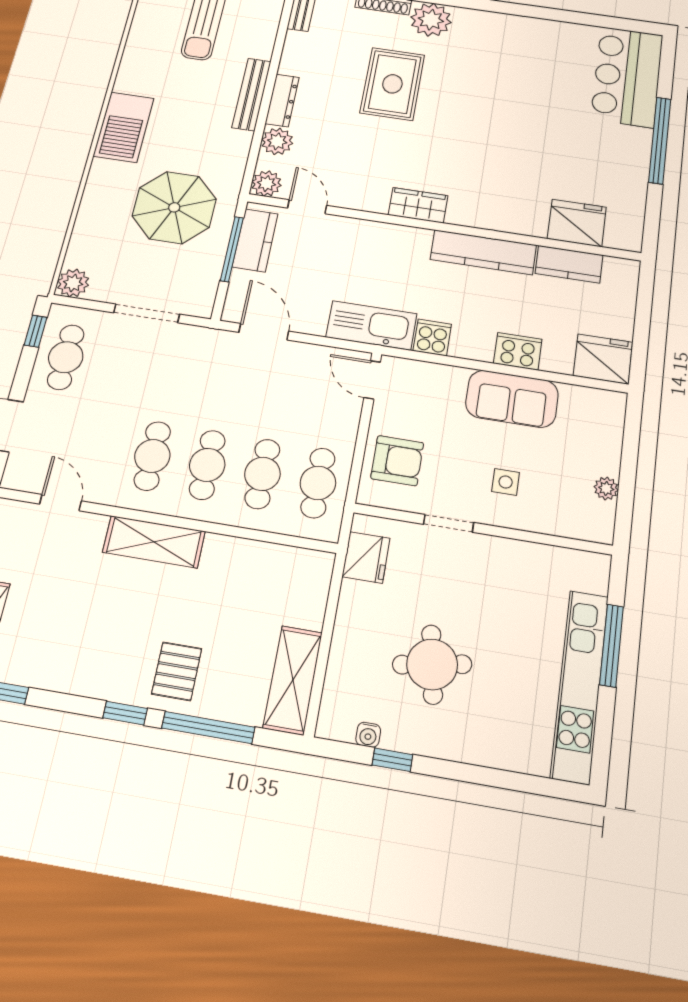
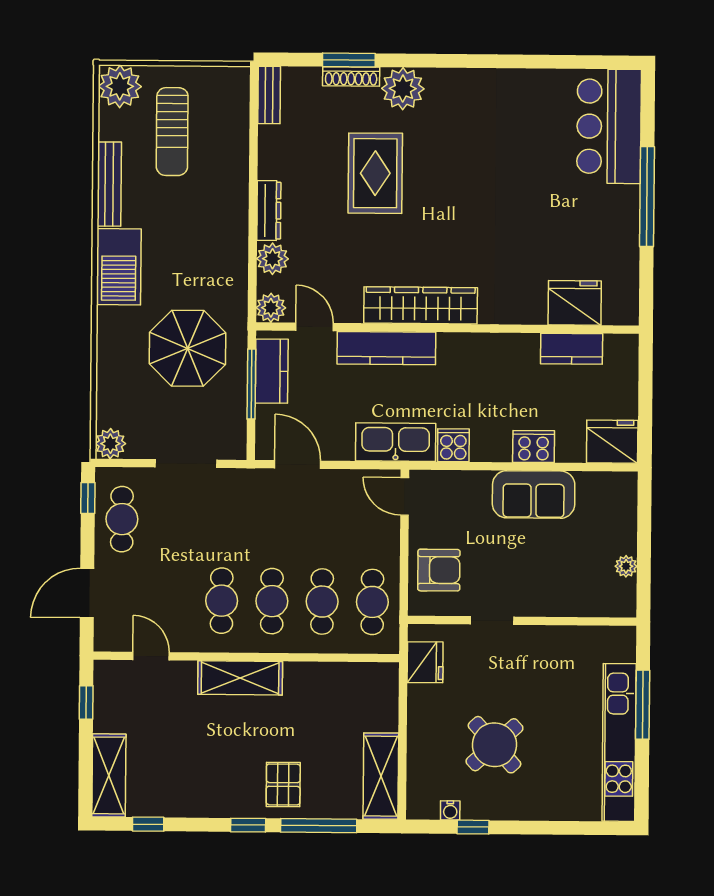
bench: (251, 94) -> (109, 184), moved
wardrobe: (418, 205) -> (421, 305), width x2.10, depth x1.17
kitchen counter: (483, 252) -> (386, 348), moved
side table: (506, 482) -> (537, 575), removed
round table: (432, 664) -> (494, 745), turned -32

